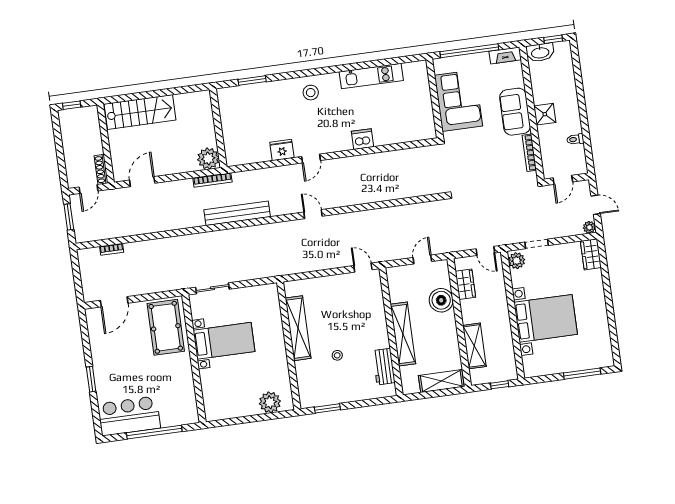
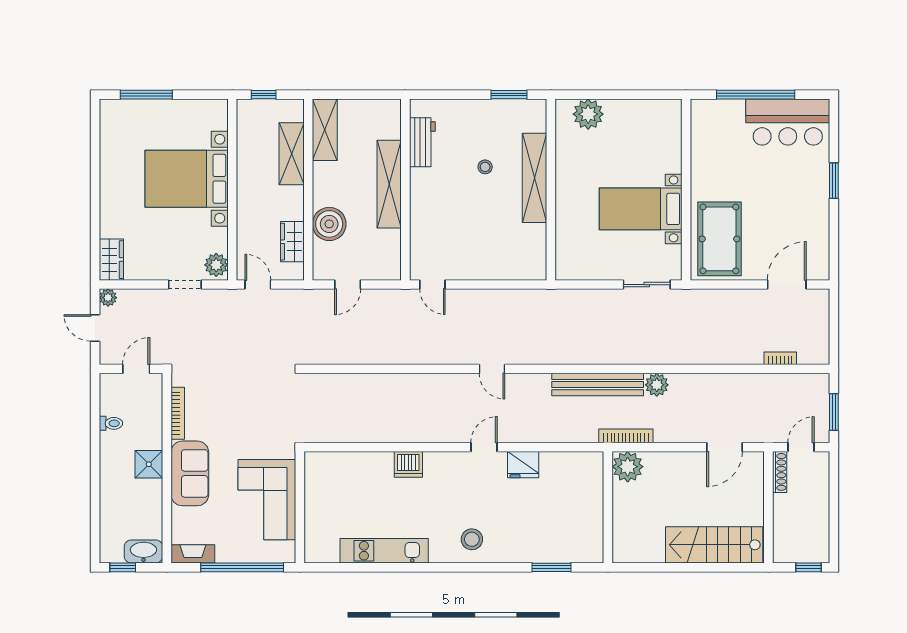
plant: (196, 219) -> (657, 385), added
shelving: (298, 328) -> (535, 178), moved
shelving: (441, 381) -> (325, 130), moved, turned 90

